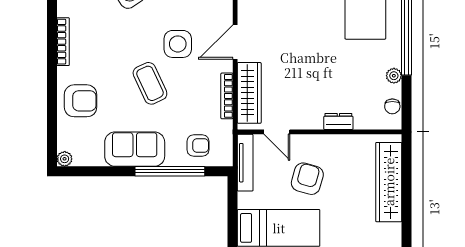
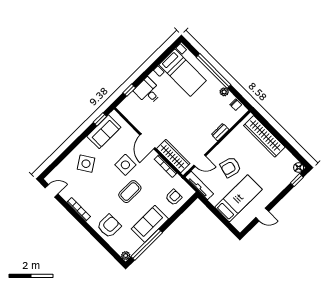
coffee table: (150, 83) -> (130, 192), turned -65
window: (170, 171) -> (147, 245), moved
armchair: (307, 179) -> (230, 167), turned -91

